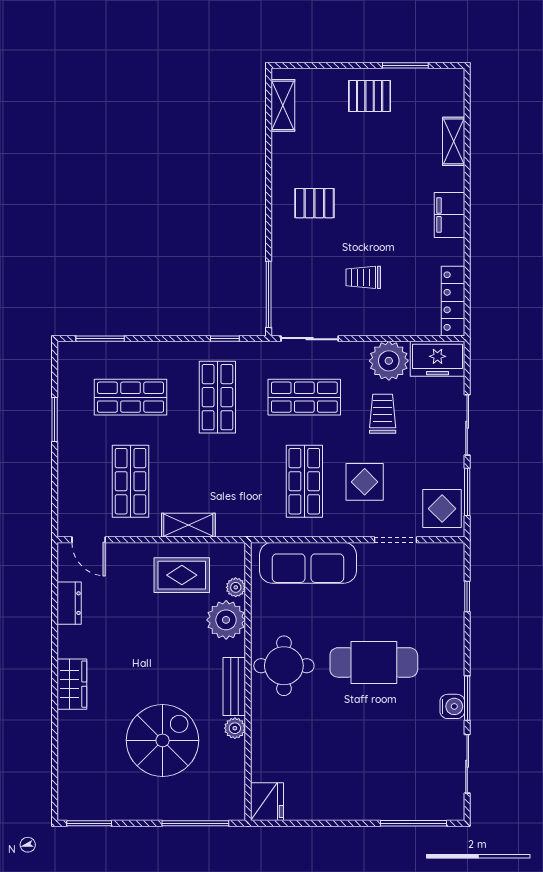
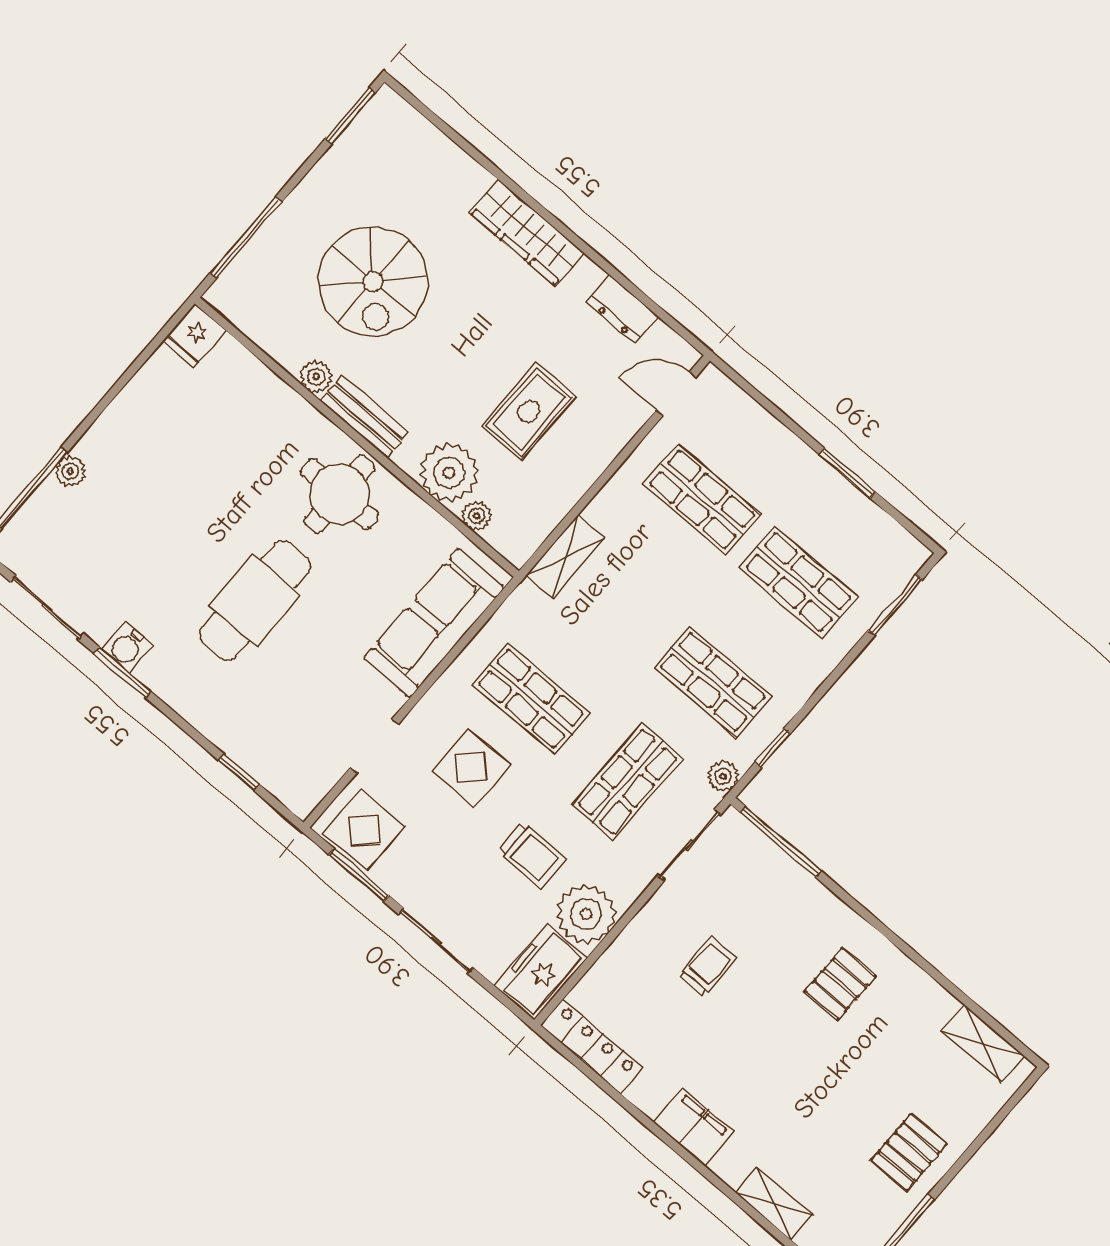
plant: (261, 351) -> (723, 776), added
shop shelf: (131, 397) -> (798, 582), turned 90
shelving: (188, 525) -> (565, 557), moved
rug: (182, 575) -> (529, 411), moved
wardrobe: (72, 684) -> (527, 233), width x1.50
fridge: (267, 802) -> (194, 336), width x0.72
plant: (388, 811) -> (70, 471), added

